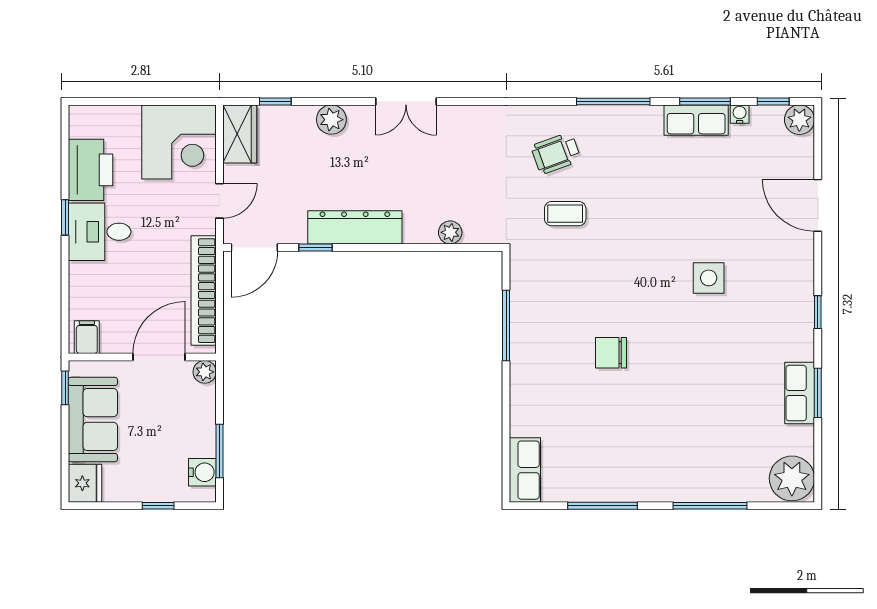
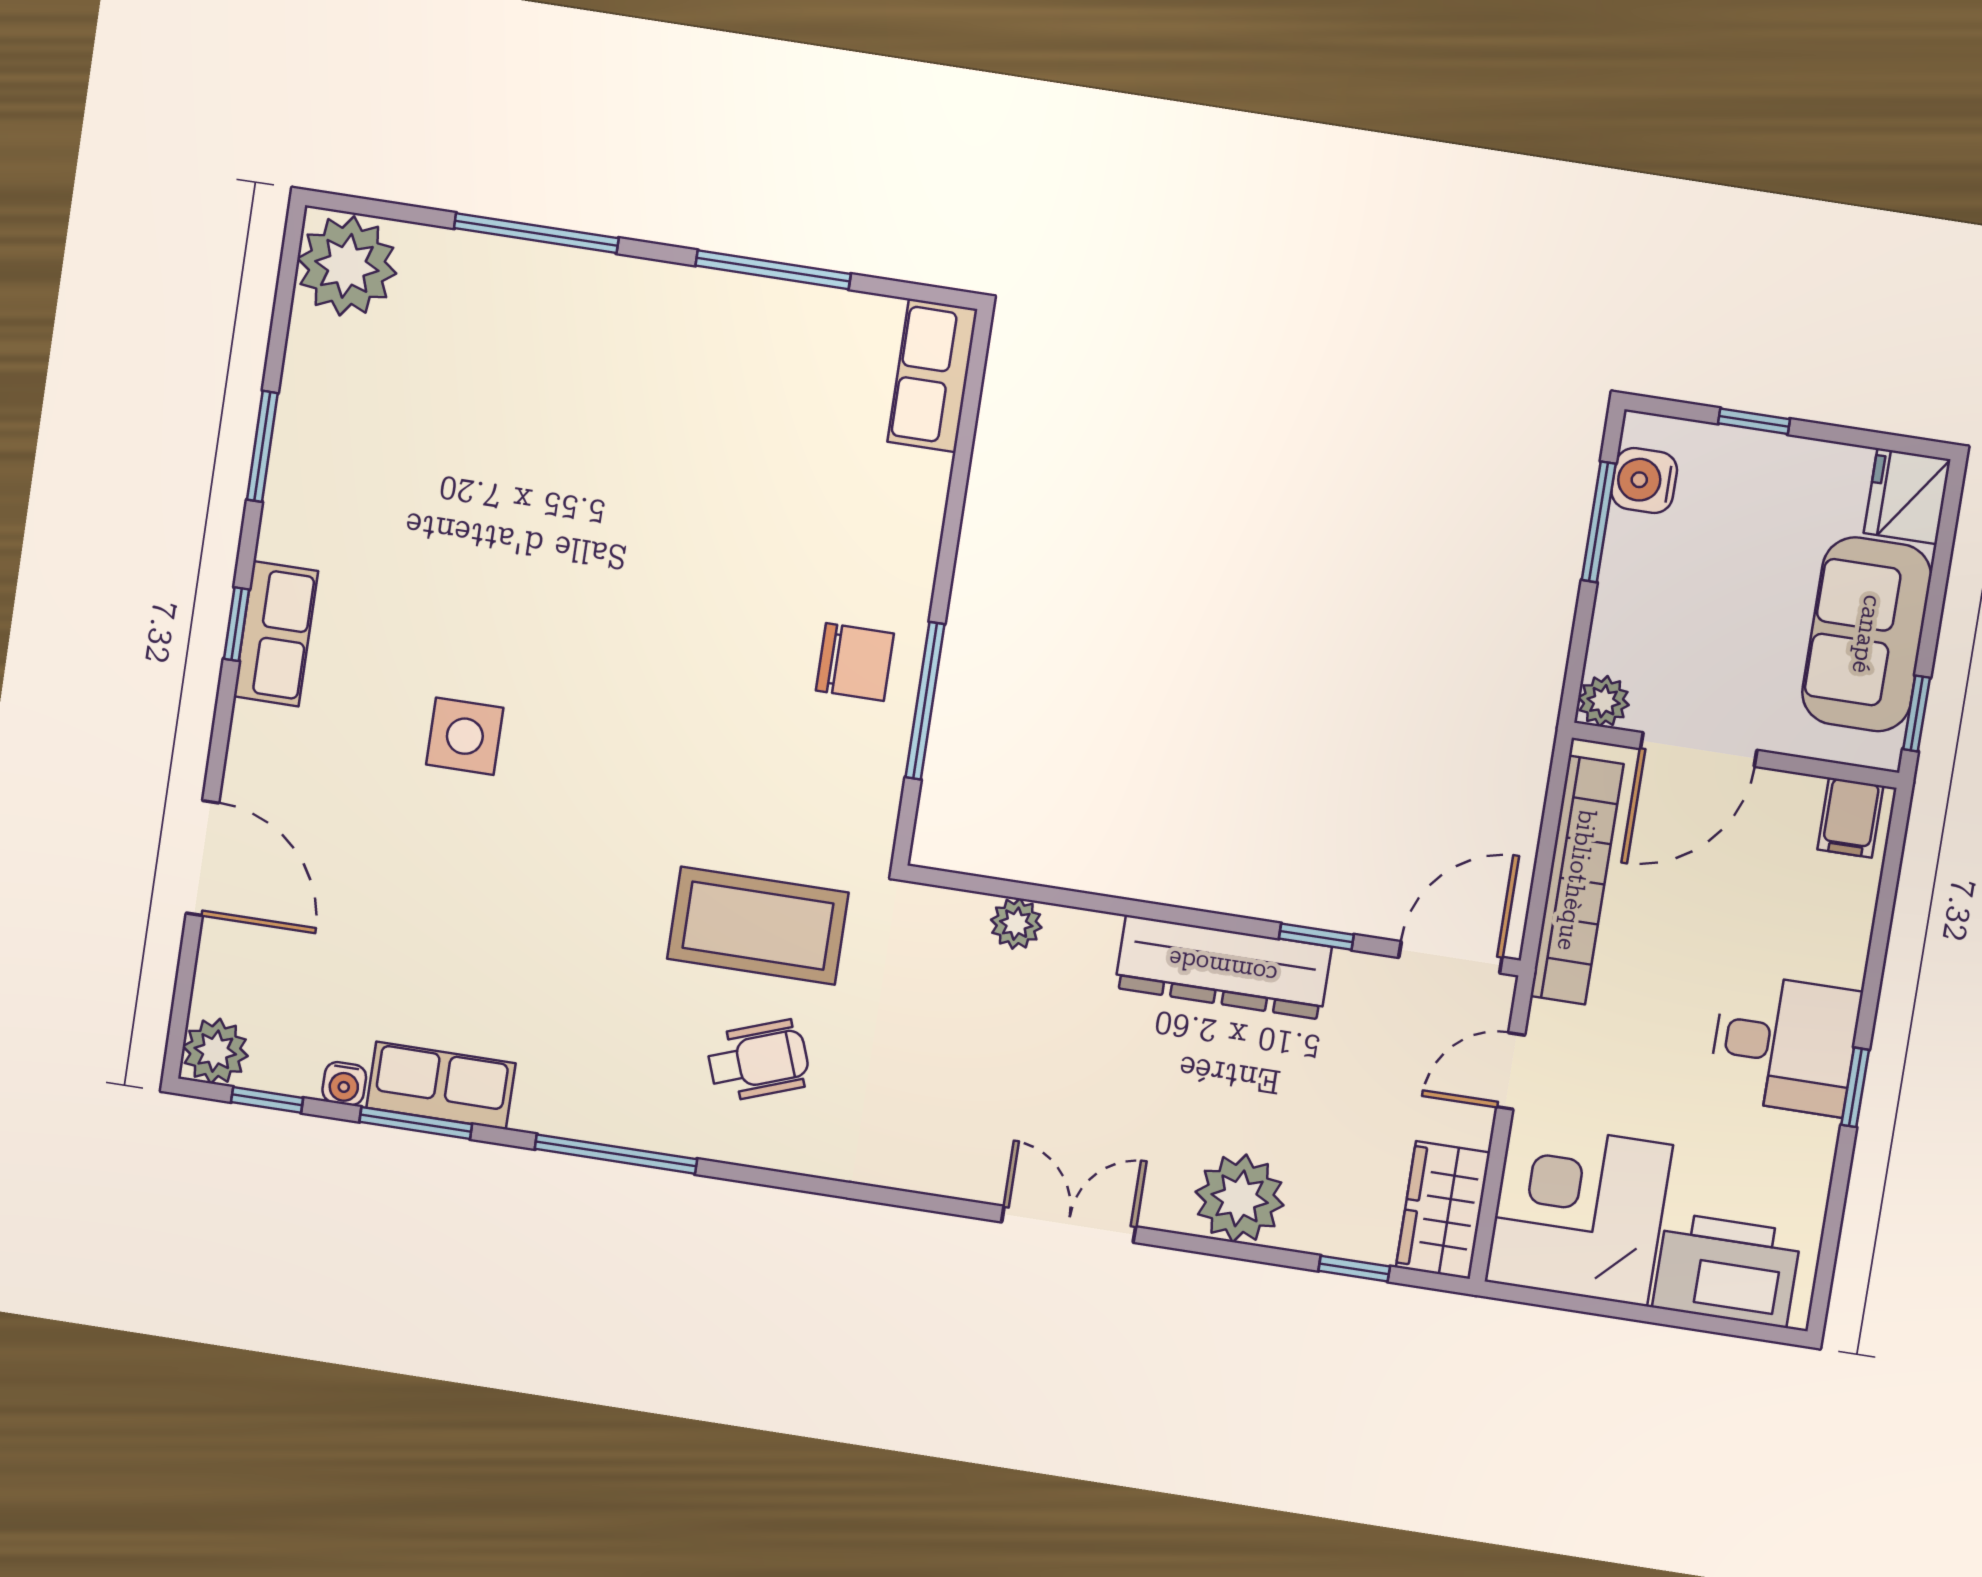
plant: (331, 120) -> (1240, 1198), width x1.36, depth x1.36
printer: (91, 170) -> (1727, 1270), moved, turned 90
coffee table: (565, 214) -> (758, 926), width x1.86, depth x1.72
chair: (611, 353) -> (855, 662), moved
row of seats: (800, 393) -> (276, 634), moved

